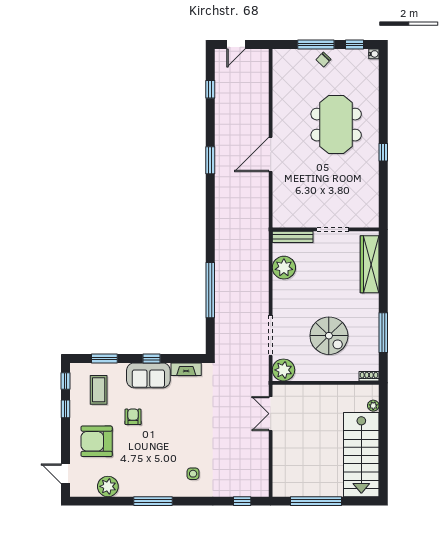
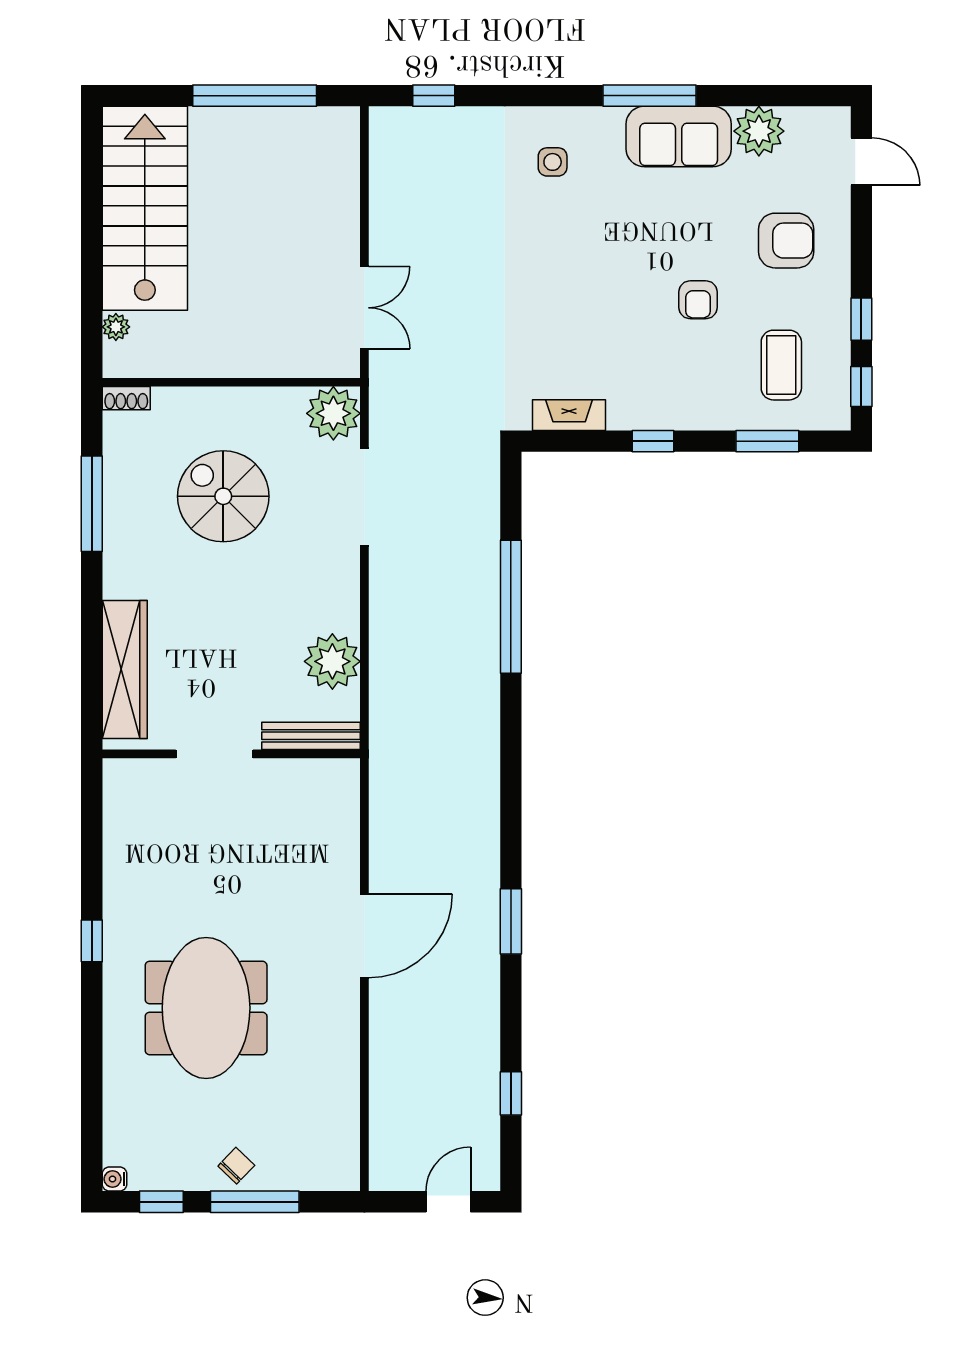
sofa: (148, 375) -> (679, 136), moved, turned 180
armchair: (97, 441) -> (786, 241), width x0.73, depth x0.73

